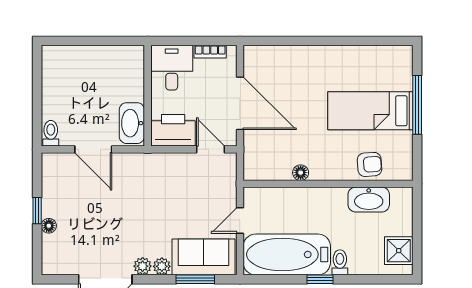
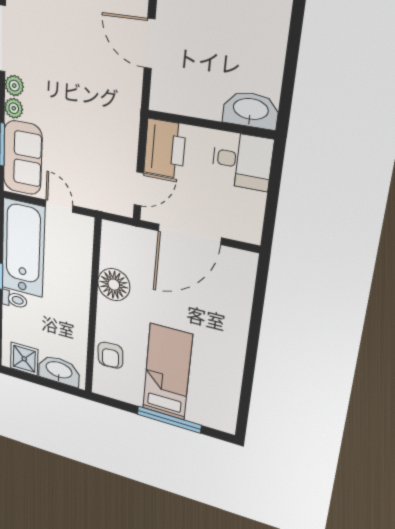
bookcase: (210, 52) -> (257, 212), removed
washbasin: (132, 123) -> (251, 110), moved
door: (93, 149) -> (150, 44), hinge flipped
floor lamp: (301, 173) -> (114, 285), width x1.89, depth x1.89
washbasin: (369, 200) -> (59, 371), moved, turned 90

